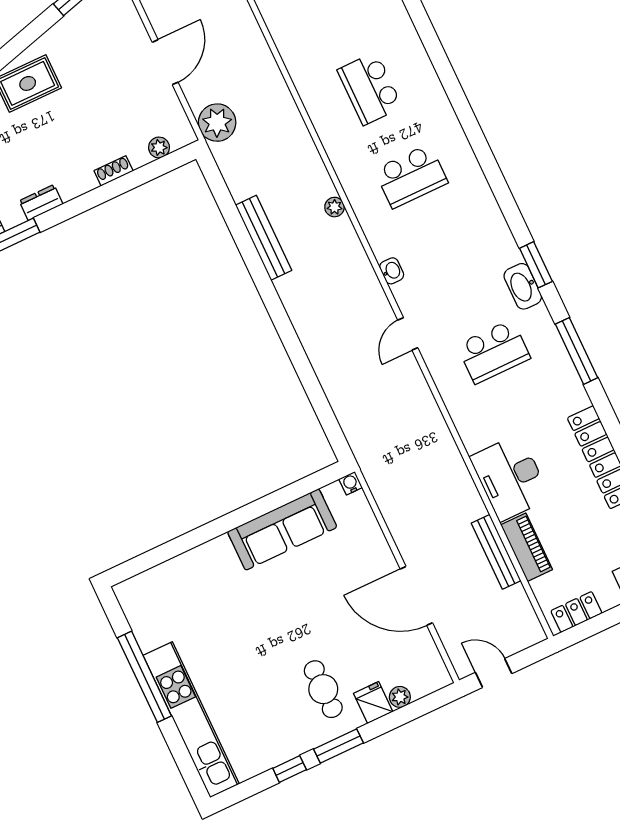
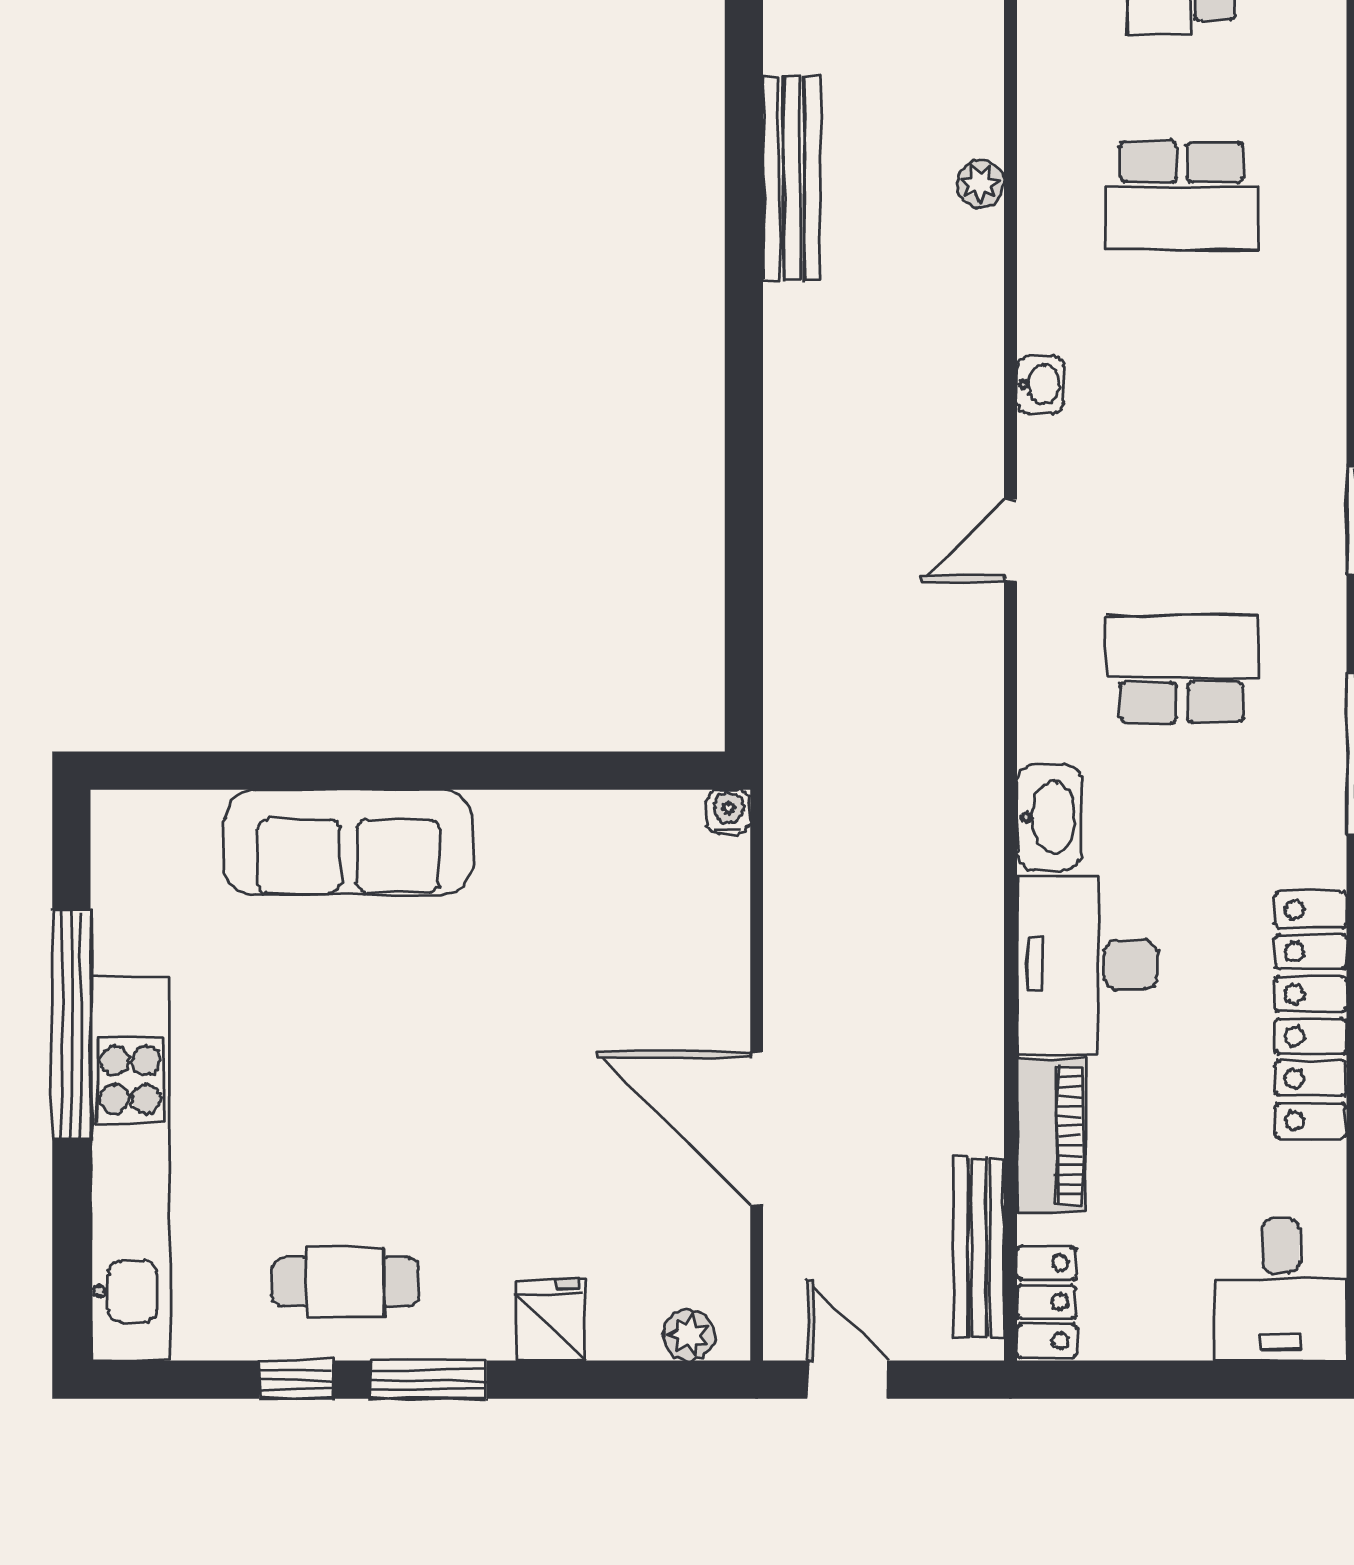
washbasin: (523, 286) -> (1049, 817), moved, turned 180
school desk: (494, 352) -> (1182, 669), turned 180
sofa: (282, 530) -> (349, 842), moved
bench: (496, 552) -> (979, 1248), moved
locker: (576, 612) -> (1046, 1302), moved, turned 90
cafe table: (323, 689) -> (346, 1282), moved, turned 90
plant: (400, 697) -> (689, 1335), moved

